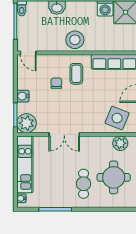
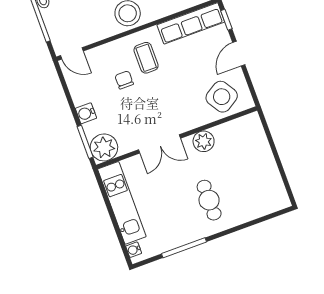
side table: (117, 118) -> (222, 97), turned 36
plant: (120, 143) -> (204, 141), moved
round table: (114, 177) -> (246, 177), removed

